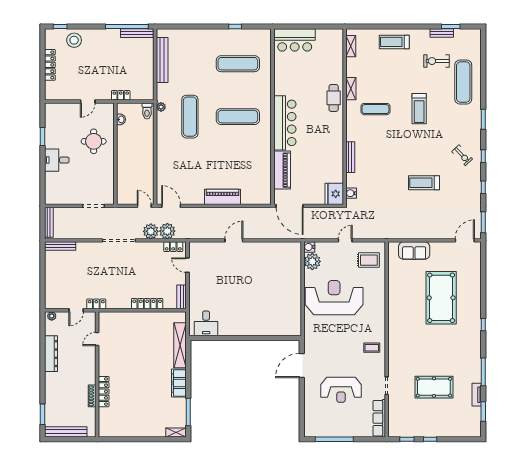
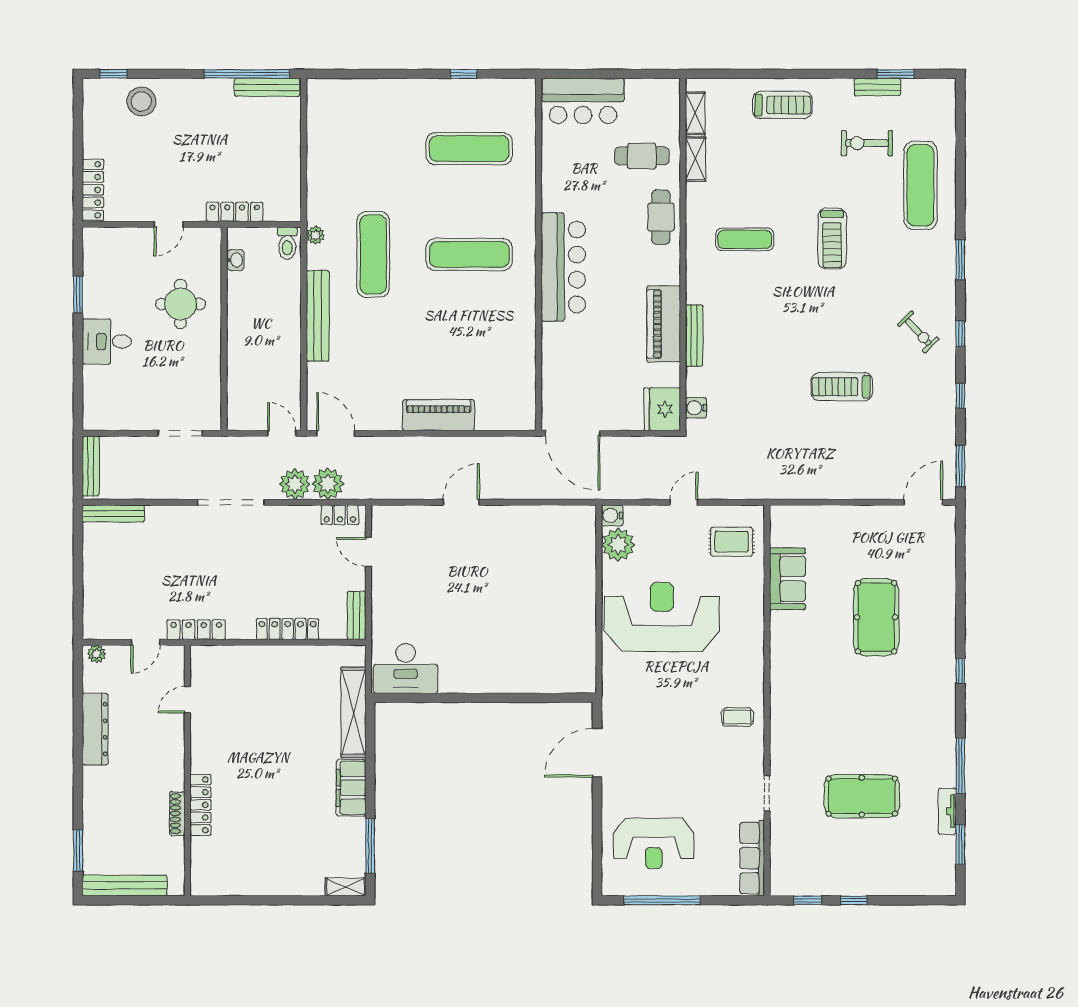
treadmill: (394, 42) -> (782, 105), turned 180
bench: (162, 60) -> (318, 316), moved
locker: (50, 65) -> (93, 190), moved
cafe table: (324, 67) -> (642, 156), added
shelving: (351, 89) -> (696, 159), moved
locker: (121, 95) -> (235, 212), width x1.53
piano: (282, 170) -> (664, 324), moved, turned 180
sofa: (414, 251) -> (787, 579), moved, turned -90
pool table: (441, 298) -> (876, 617), width x0.73, depth x0.76
locker: (96, 304) -> (196, 630), width x1.53
desk: (206, 323) -> (406, 668), width x1.37
reception desk: (341, 390) -> (654, 843), moved

